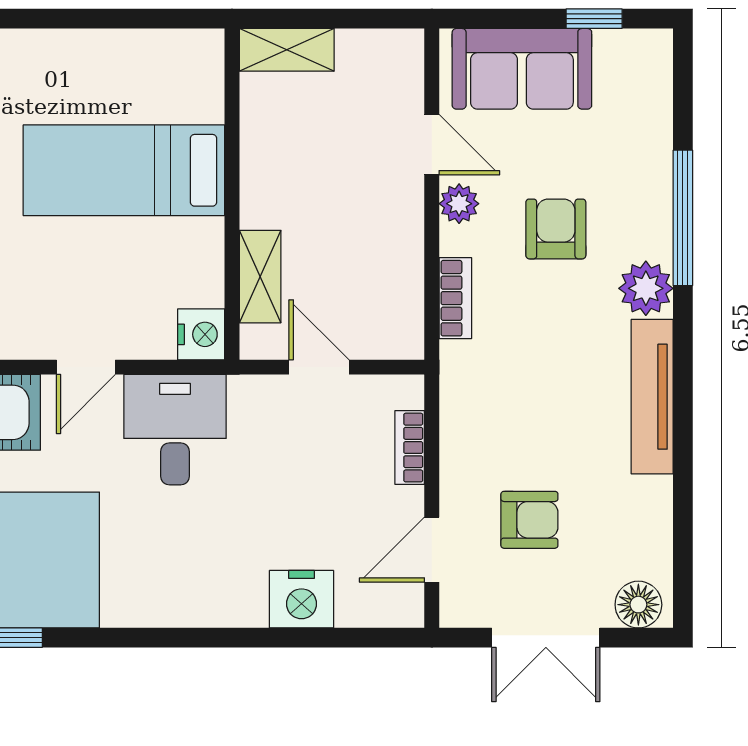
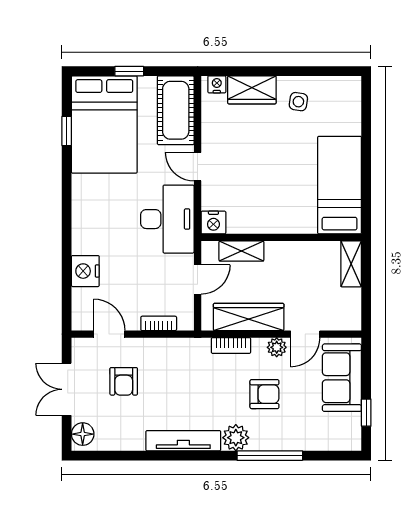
bed: (124, 170) -> (340, 185), moved
wardrobe: (396, 262) -> (249, 317), added
desk: (175, 430) -> (167, 219), width x1.37

